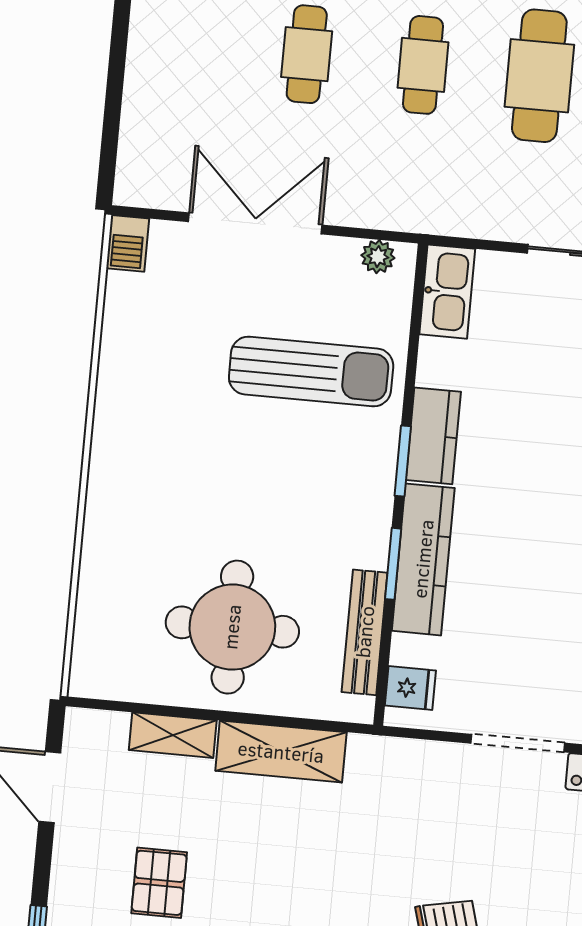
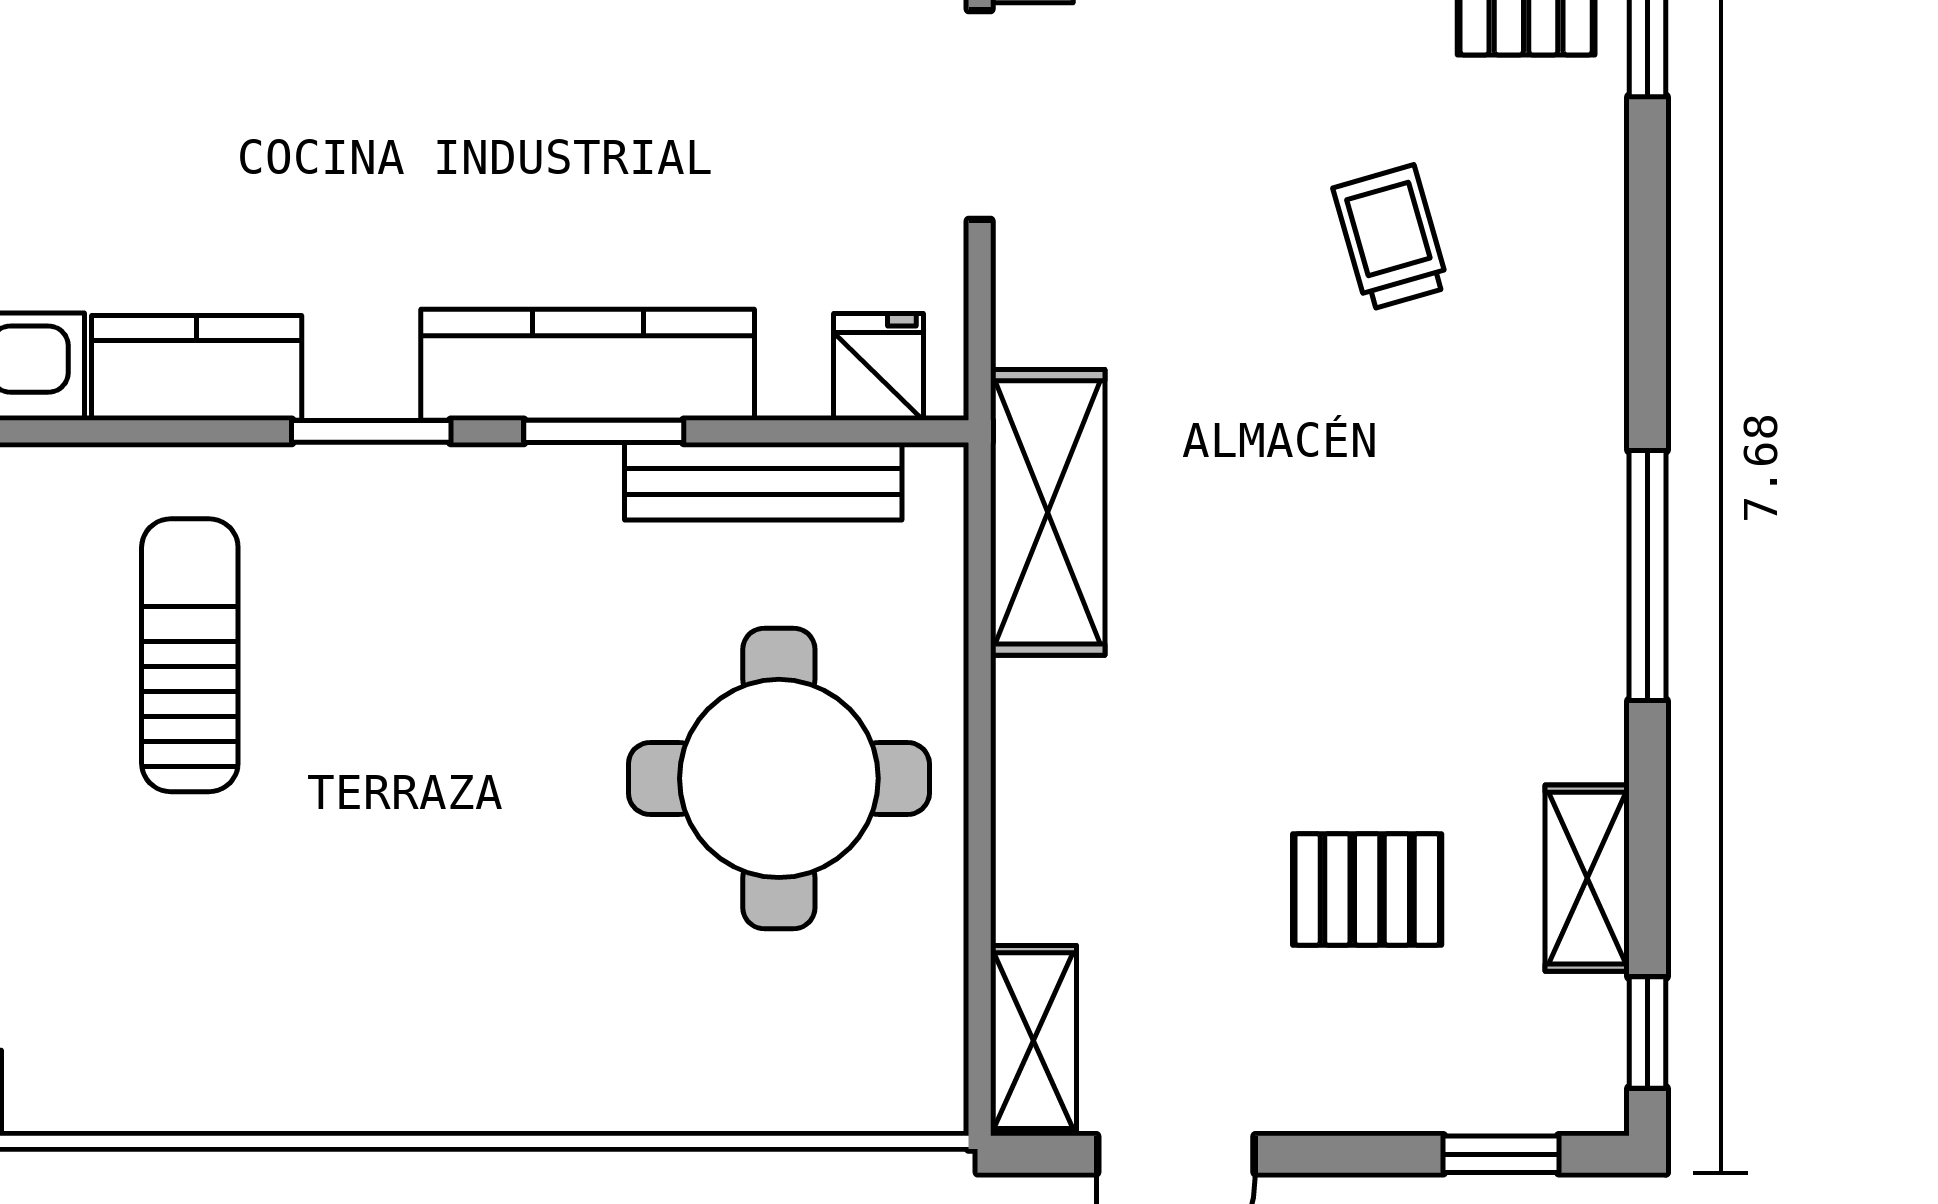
sun lounger: (311, 372) -> (190, 655), width x0.73, depth x0.75
kitchen counter: (433, 436) -> (197, 368), moved
shelving: (173, 735) -> (1033, 1041), moved
shelving: (281, 752) -> (1048, 512), moved

